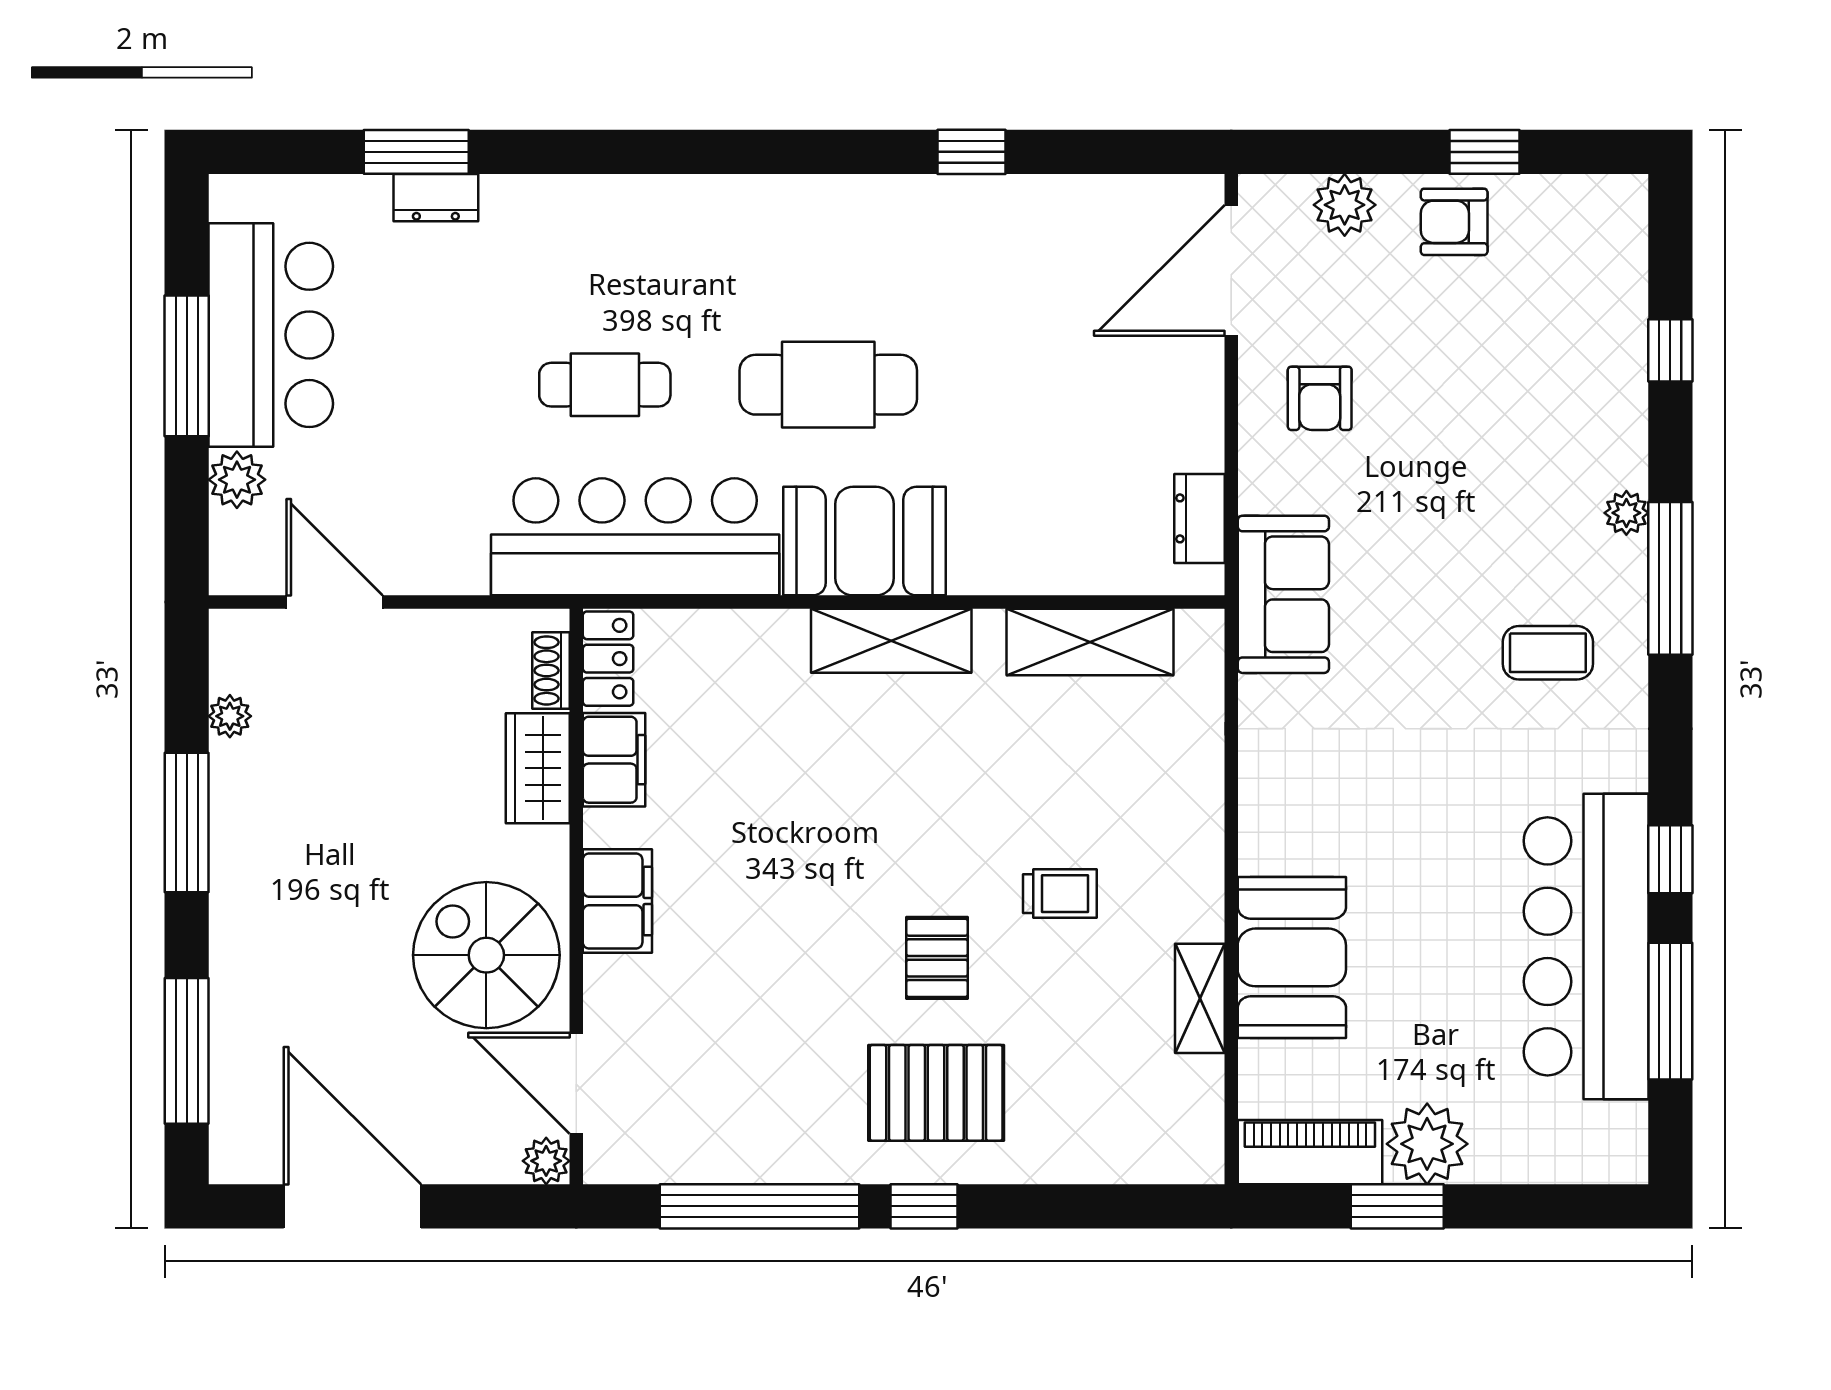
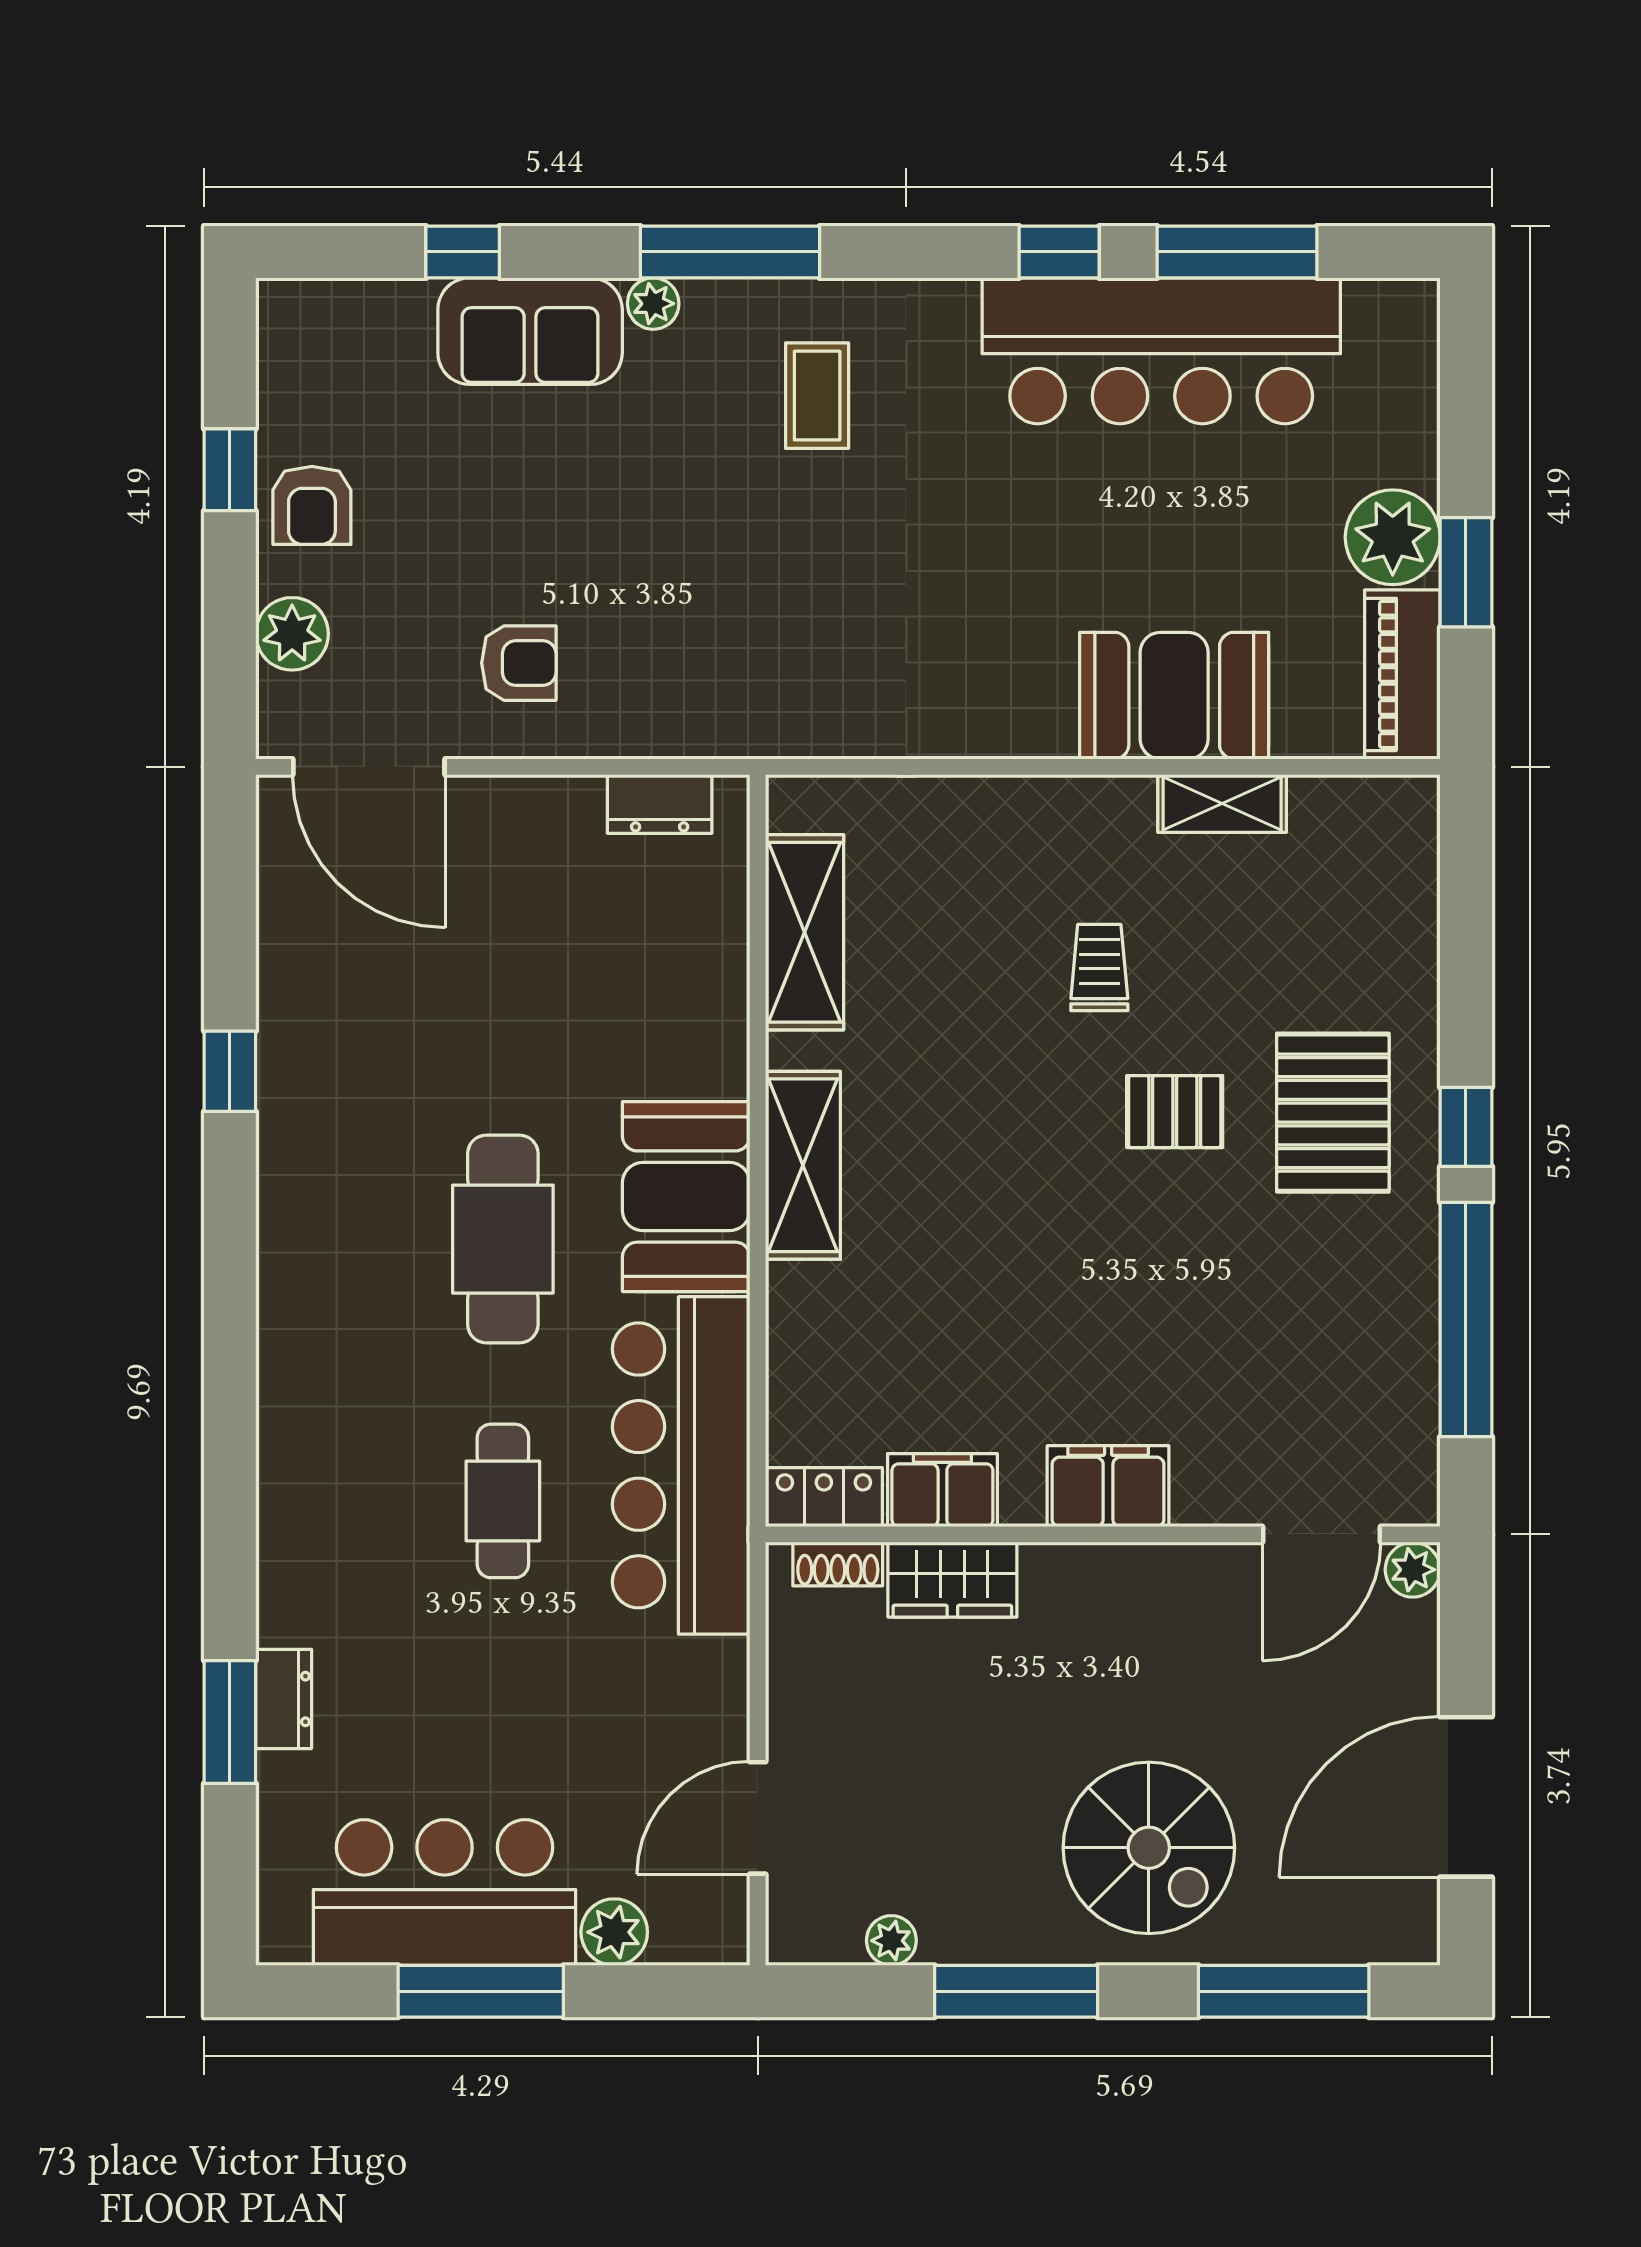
sofa: (1283, 594) -> (530, 331), moved, turned 180
spiral stairs: (486, 955) -> (1149, 1848), moved, turned -90

